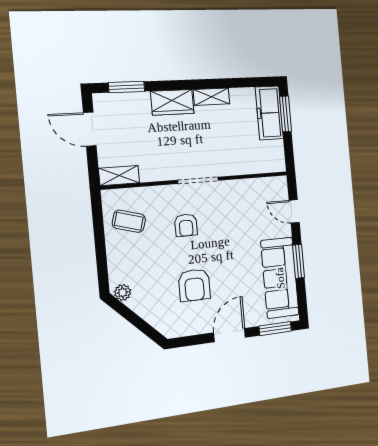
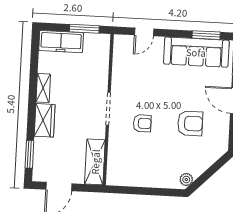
window: (286, 114) -> (84, 29), moved
shelving: (119, 176) -> (95, 162), width x1.50, depth x1.33
coffee table: (129, 221) -> (133, 167), removed
window: (299, 261) -> (206, 35), moved

